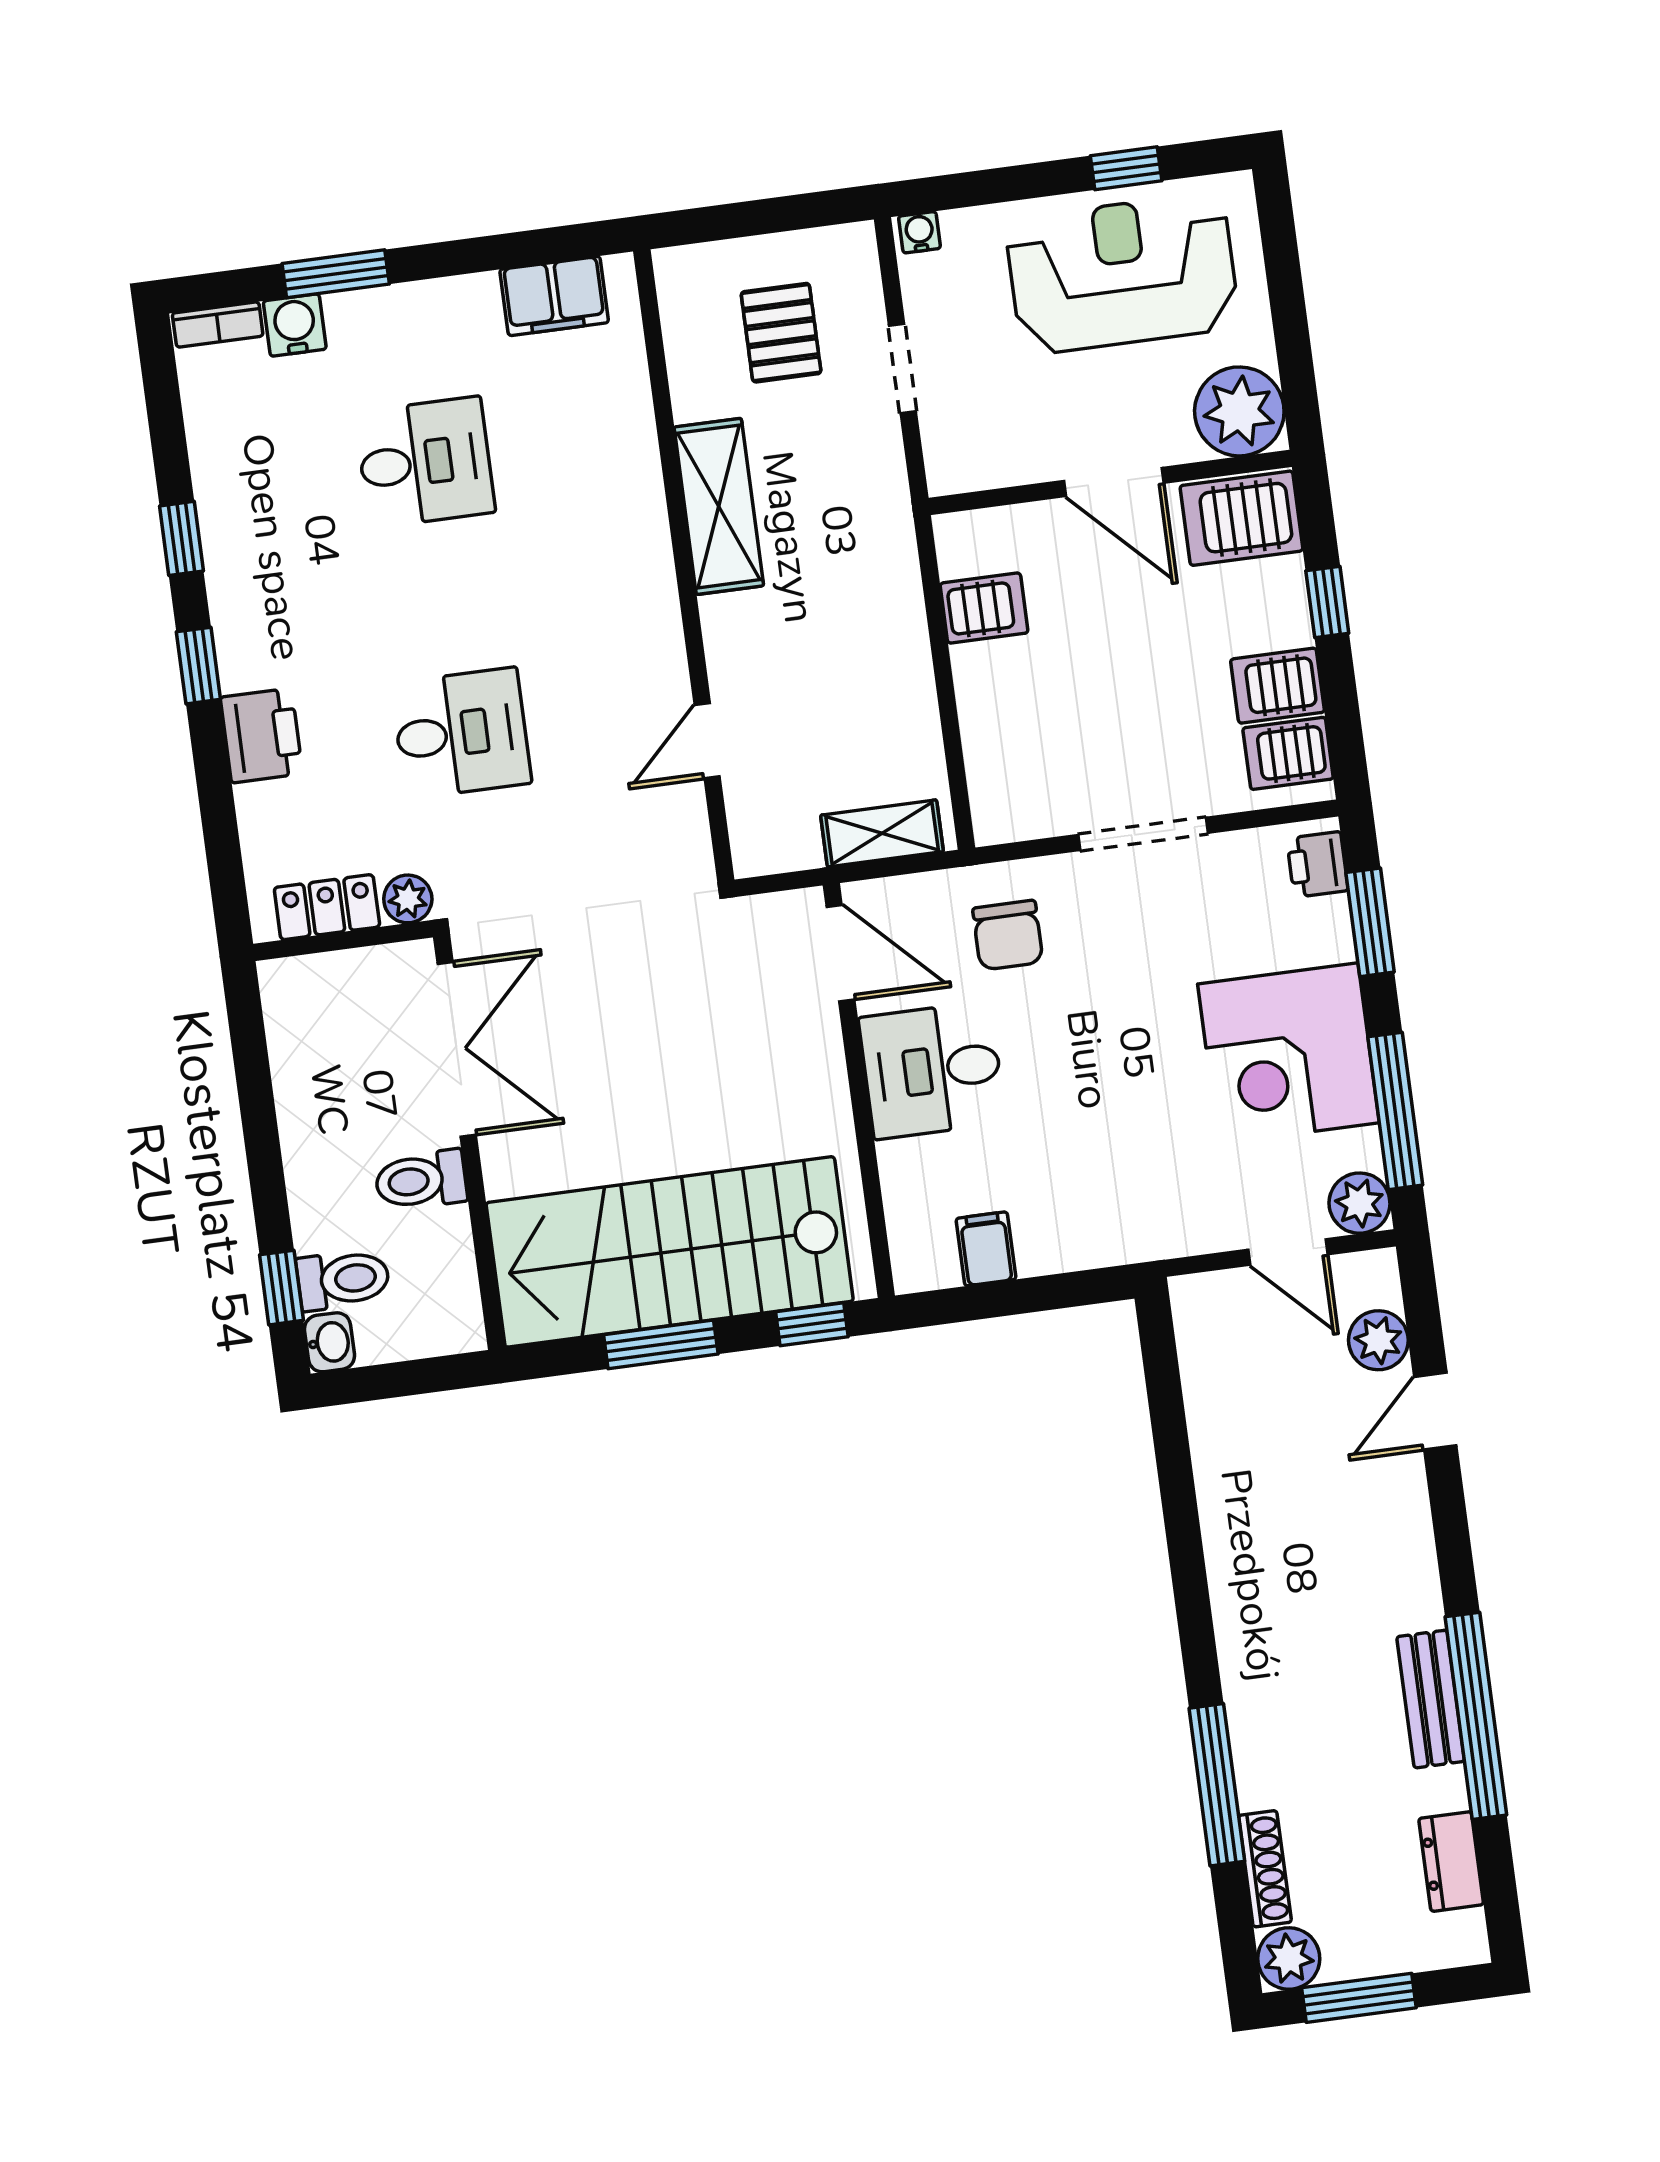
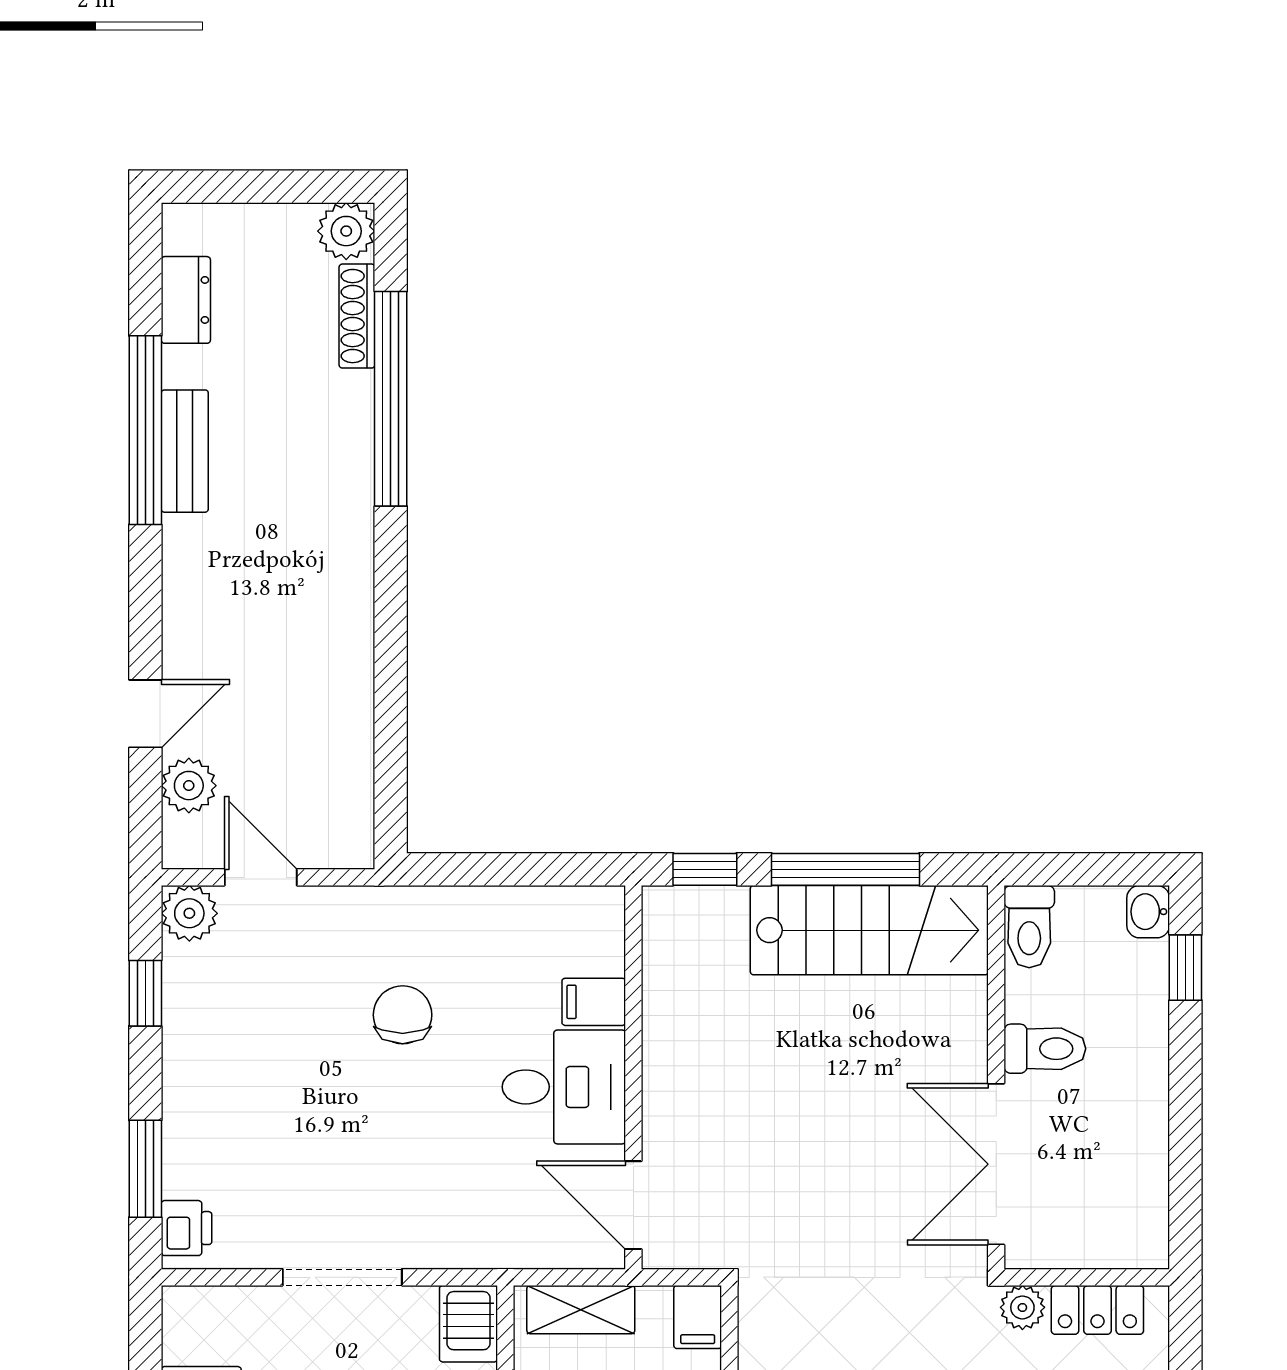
server rack: (1288, 753) -> (468, 1324), moved, turned 90
filing cabinet: (755, 842) -> (698, 1317), added
chair: (1008, 935) -> (403, 1015), moved
corner desk: (1288, 1053) -> (236, 1059), removed
window: (1395, 1111) -> (145, 993), width x0.46
filing cabinet: (986, 1249) -> (594, 1002), moved, turned 90
stairs: (670, 1252) -> (869, 930), width x0.73, depth x0.66
toilet: (343, 1280) -> (1029, 927), moved, turned -90
window: (661, 1344) -> (845, 869), width x1.44
window: (1217, 1785) -> (391, 399), width x1.46
window: (1359, 1998) -> (287, 187), removed

